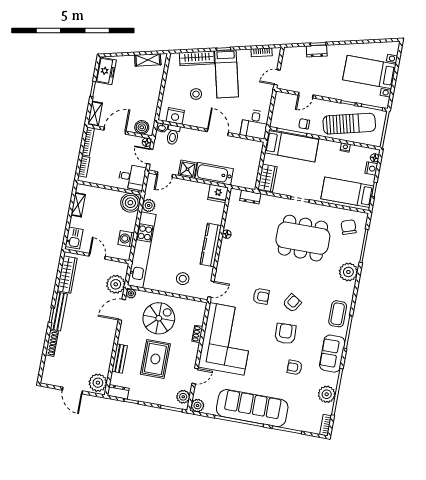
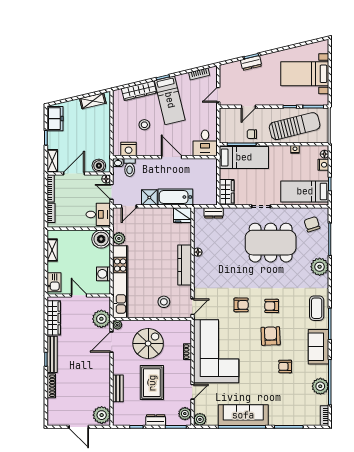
armchair: (292, 303) -> (272, 306), turned -122
dresser: (118, 392) -> (156, 420), moved
sofa: (252, 408) -> (243, 415), width x0.74, depth x0.79

